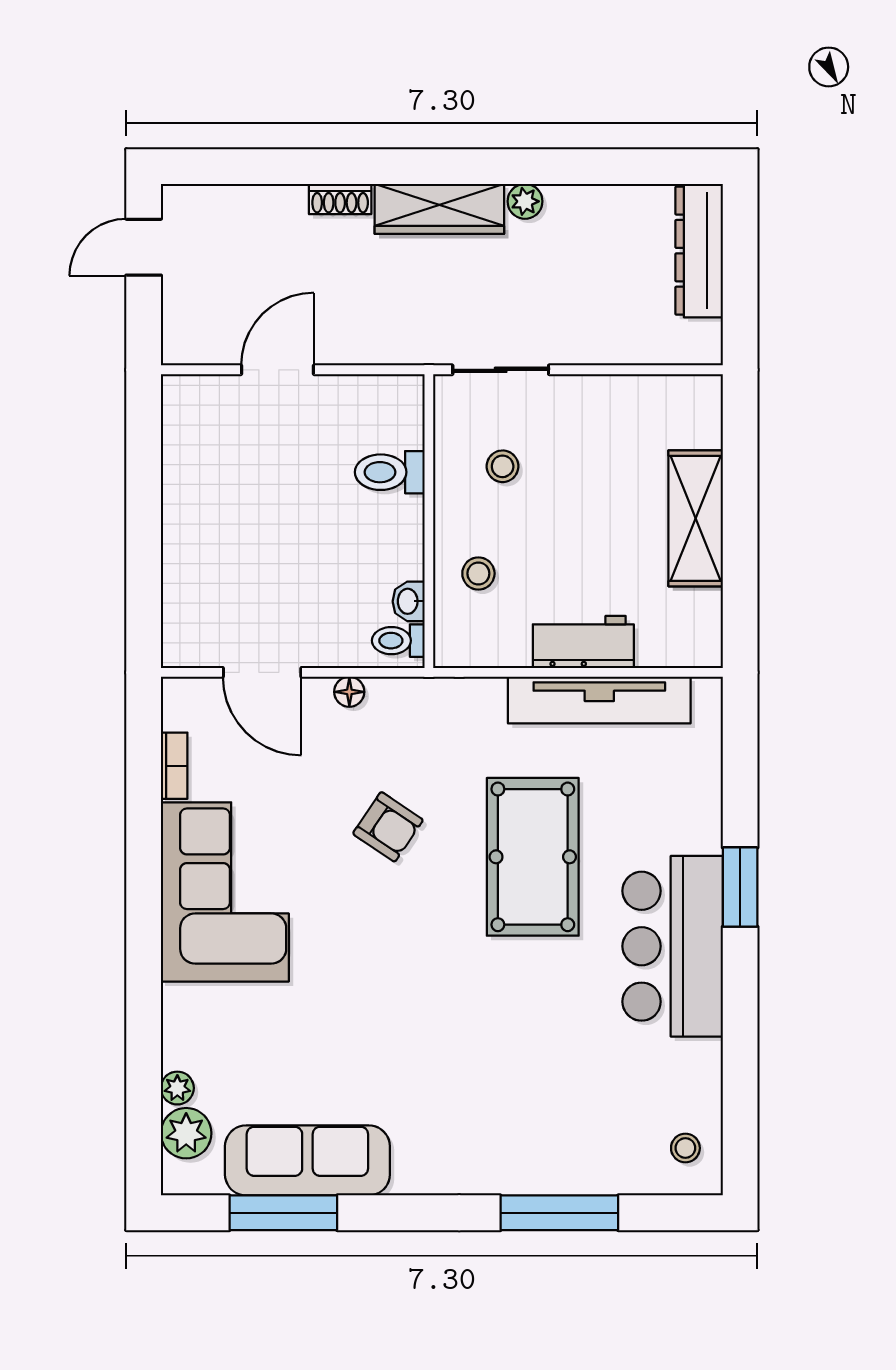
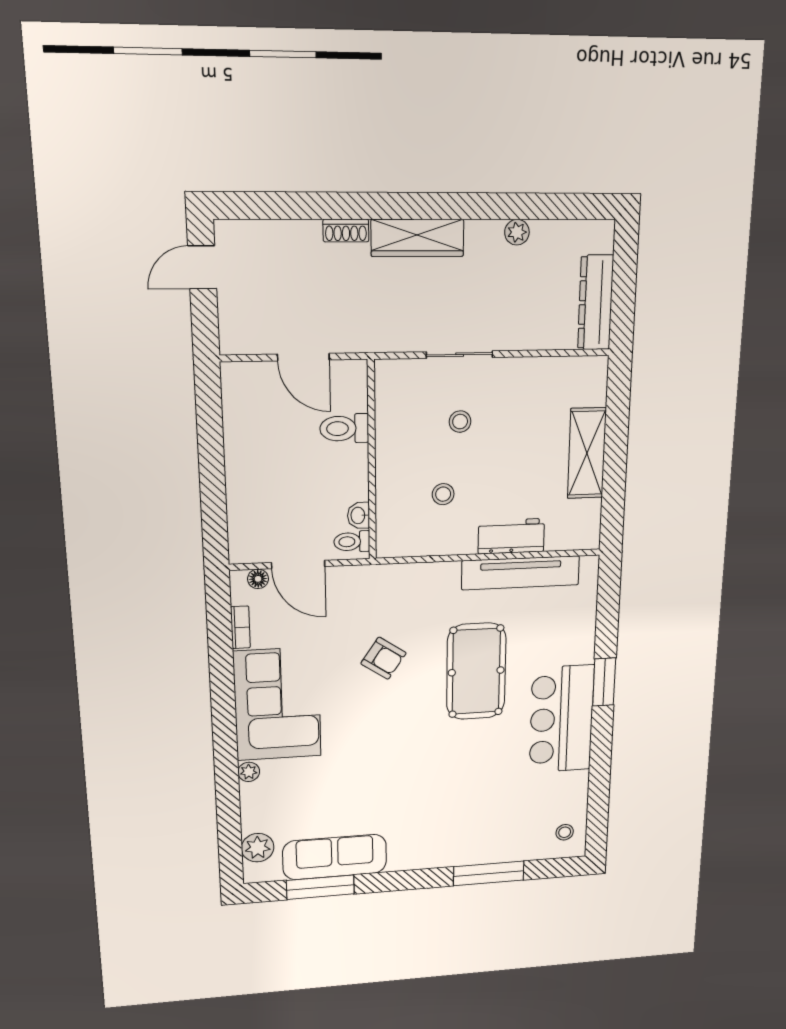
plant: (525, 201) -> (517, 232), moved
dresser: (699, 251) -> (596, 303), moved
door: (278, 370) -> (303, 357), swing flipped
toilet: (390, 472) -> (344, 428), moved
wall: (429, 521) -> (372, 461), moved
washbasin: (409, 601) -> (359, 515), moved
toilet: (398, 641) -> (352, 542), moved
floor lamp: (349, 692) -> (258, 579), moved
plant: (177, 1088) -> (249, 772), moved

